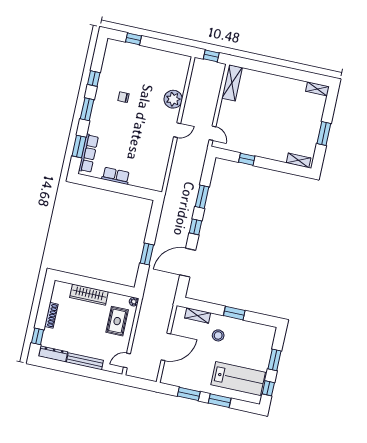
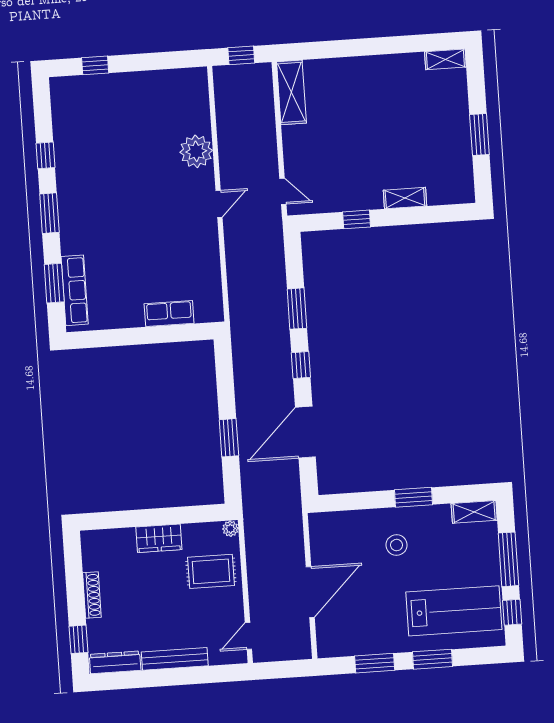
chair: (124, 97) -> (108, 173), removed
shelving: (299, 160) -> (405, 198), moved
row of seats: (116, 176) -> (169, 314), moved
wardrobe: (89, 295) -> (159, 538), width x0.67
shelving: (198, 315) -> (474, 512), moved
rug: (117, 321) -> (211, 571), turned 90
window: (274, 360) -> (508, 559), width x1.44

